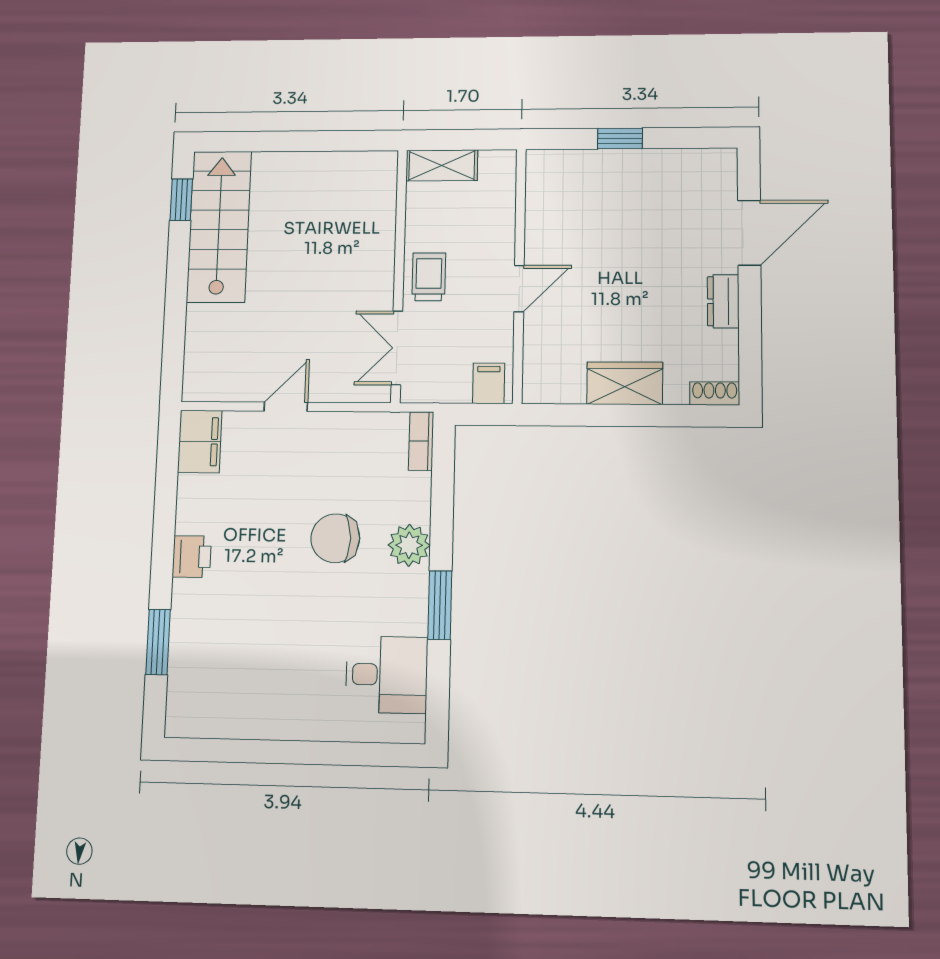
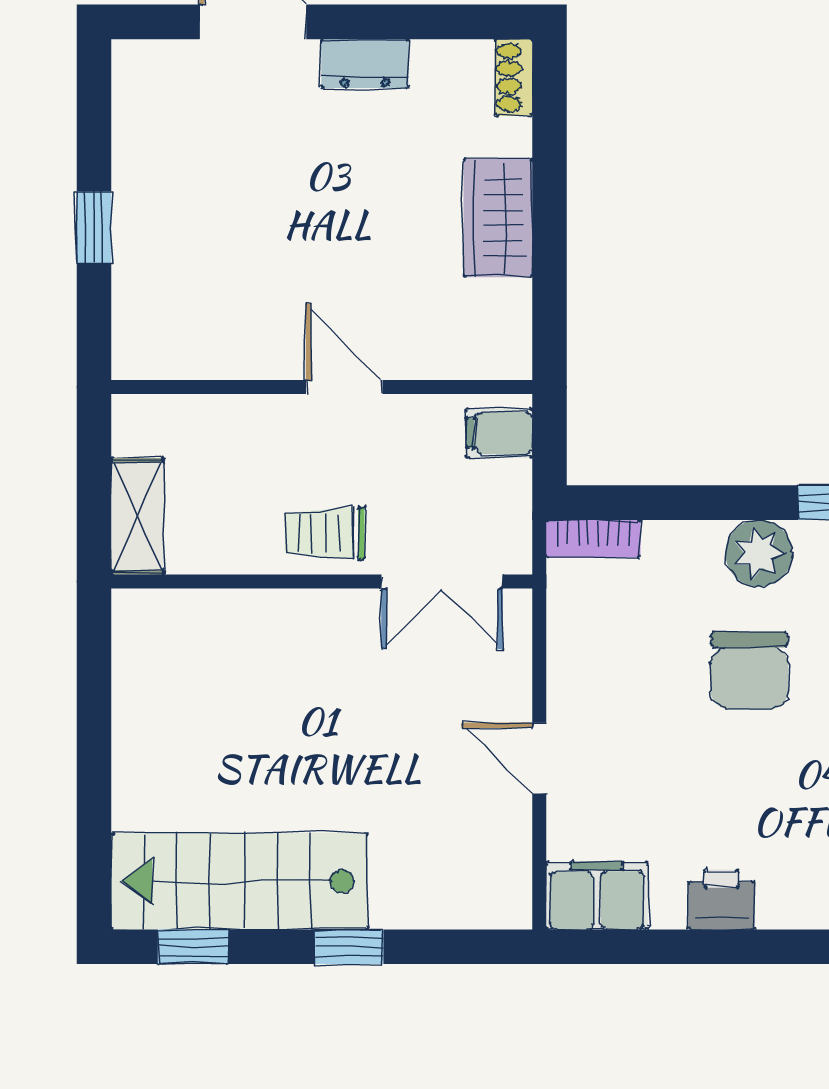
window: (176, 291) -> (349, 947), added
printer: (192, 557) -> (721, 900), moved

